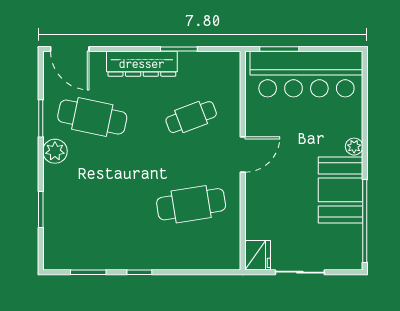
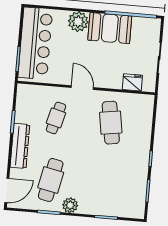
cafe table: (191, 117) -> (56, 118), turned 36
plant: (354, 147) -> (78, 22), width x1.88, depth x1.88
fridge: (258, 255) -> (132, 82), moved

